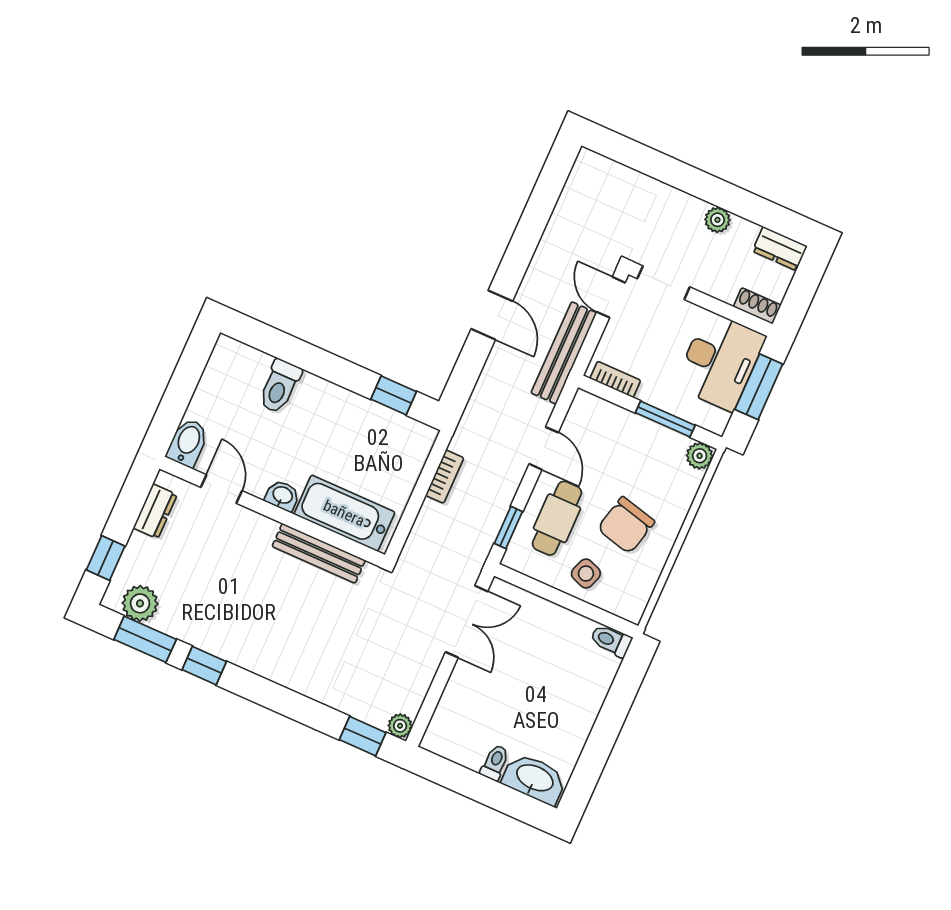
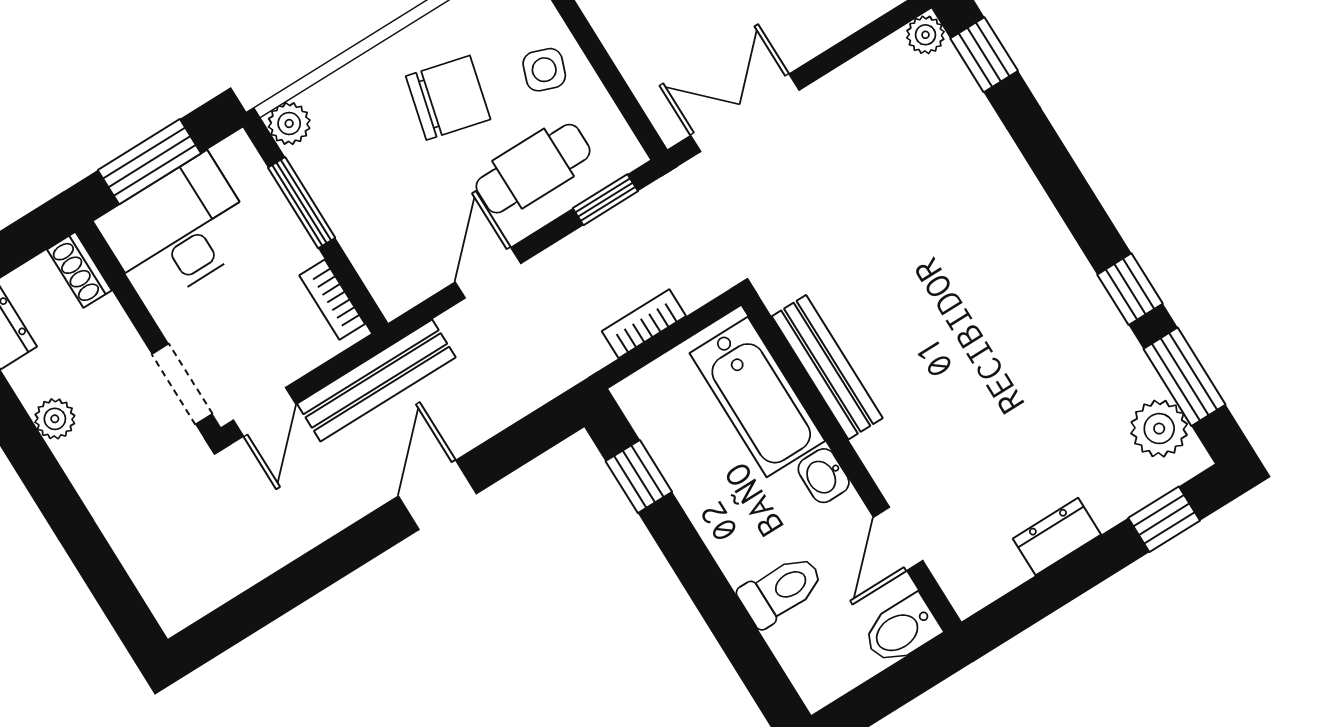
bidet: (188, 443) -> (901, 630), moved
door: (221, 489) -> (898, 539), moved
washbasin: (282, 496) -> (824, 476), moved
wall: (272, 512) -> (851, 464), moved
bathtub: (344, 513) -> (757, 397), moved
bench: (319, 553) -> (827, 367), moved

